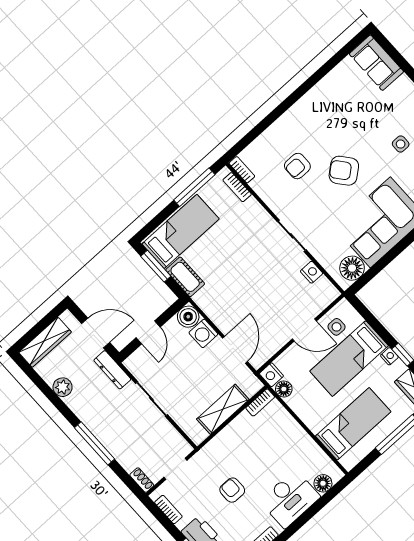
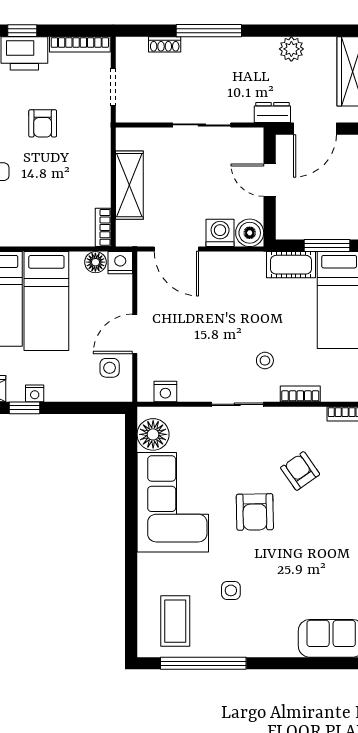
armchair: (297, 166) -> (300, 471), turned -35
armchair: (344, 171) -> (255, 512), turned 128
bookcase: (237, 187) -> (300, 394), moved
stool: (253, 243) -> (265, 361), added
nightstand: (312, 272) -> (165, 392), moved
bed: (349, 358) -> (46, 301), moved, turned 180
dresser: (112, 370) -> (272, 112), width x0.70
shoe rack: (142, 480) -> (165, 44), moved
armchair: (232, 490) -> (43, 123), turned 90
bookcase: (168, 509) -> (80, 44), width x1.56

